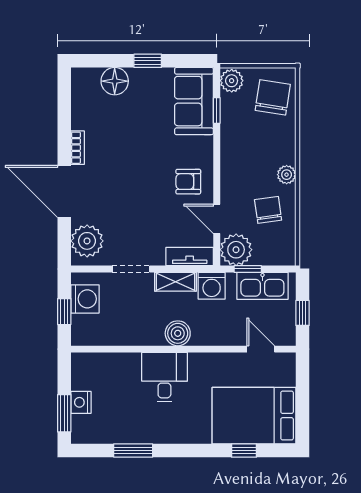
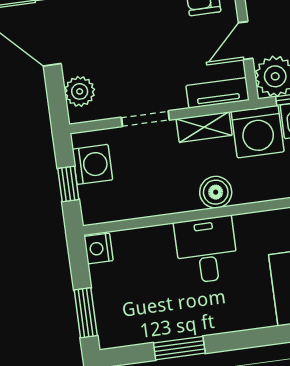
door: (217, 219) -> (246, 41), hinge flipped
plant: (87, 241) -> (80, 91), width x0.73, depth x0.73
washing machine: (212, 286) -> (258, 132), width x1.37, depth x1.37
nightstand: (81, 402) -> (99, 248), moved

